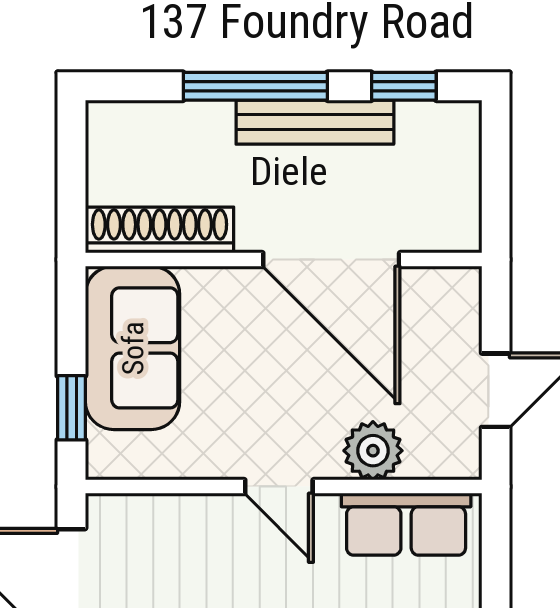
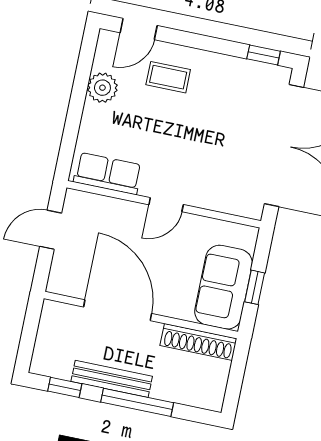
window: (71, 408) -> (255, 287), moved
plant: (373, 451) -> (117, 213), removed
door: (279, 487) -> (166, 205), swing flipped

